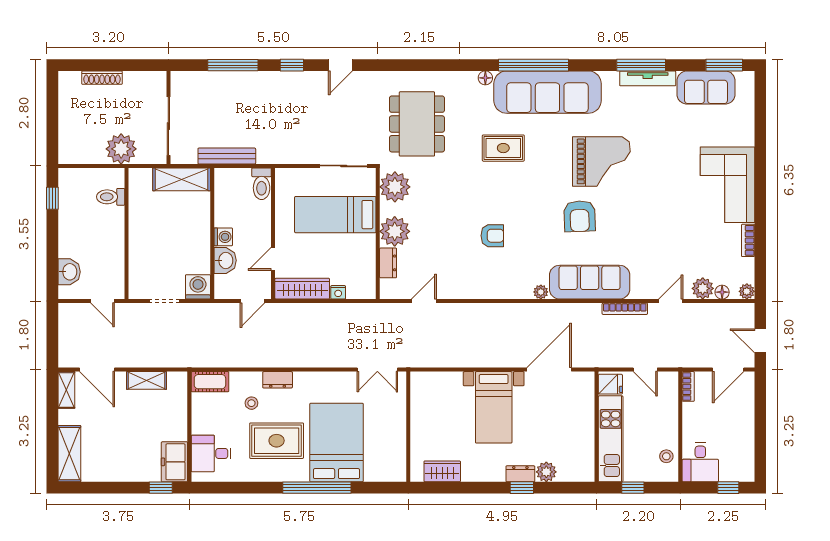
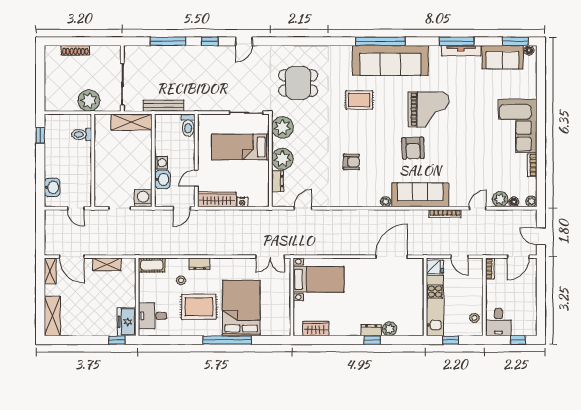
floor lamp: (485, 78) -> (529, 50), moved
dining table: (417, 124) -> (298, 83), width x0.73
bed with nightstands: (494, 407) -> (319, 279), moved, turned -90

